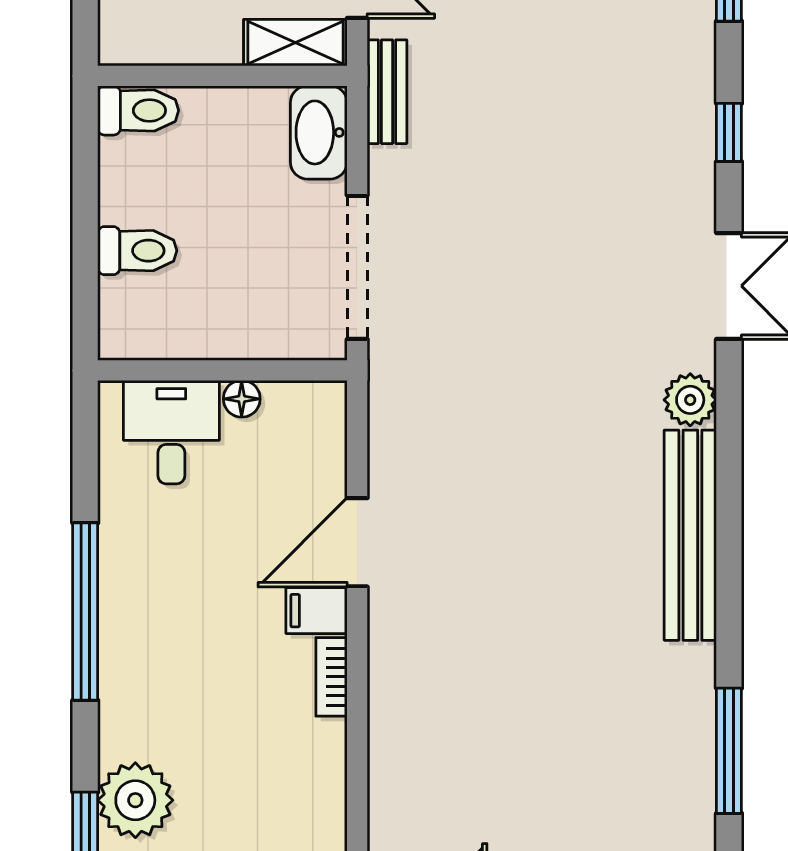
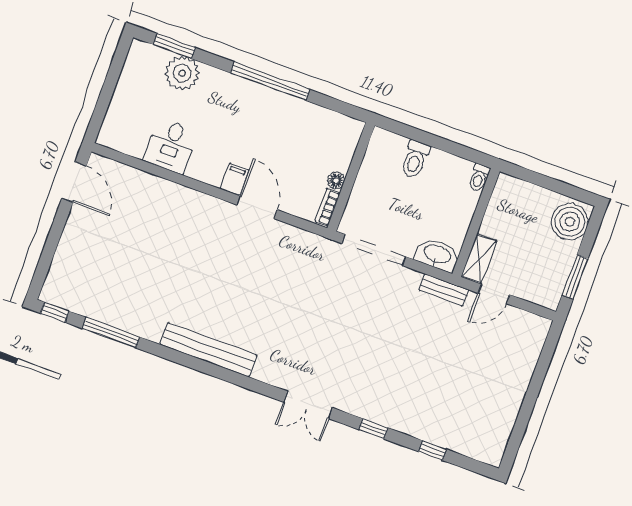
toilet: (138, 110) -> (479, 178), width x0.73, depth x0.72
plant: (690, 400) -> (266, 371), removed
desk: (171, 432) -> (171, 146), moved, turned 90
bookcase: (332, 677) -> (328, 207), moved, turned -90

